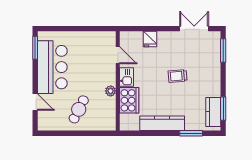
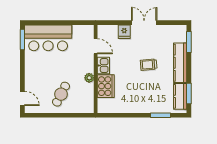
double door: (194, 29) -> (144, 23), moved
bar counter: (52, 67) -> (48, 38), moved, turned 90
door: (35, 102) -> (22, 98), moved
kitchen counter: (162, 123) -> (180, 63), moved, turned -90

